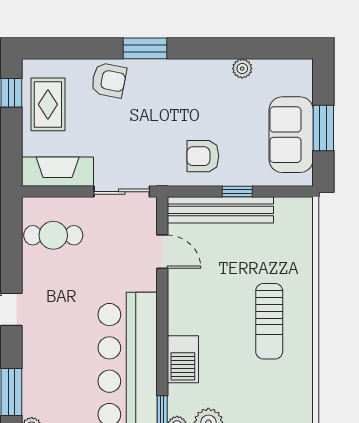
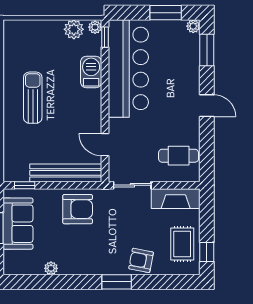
armchair: (203, 156) -> (78, 209), width x1.38, depth x1.38
window: (237, 192) -> (25, 185), moved

